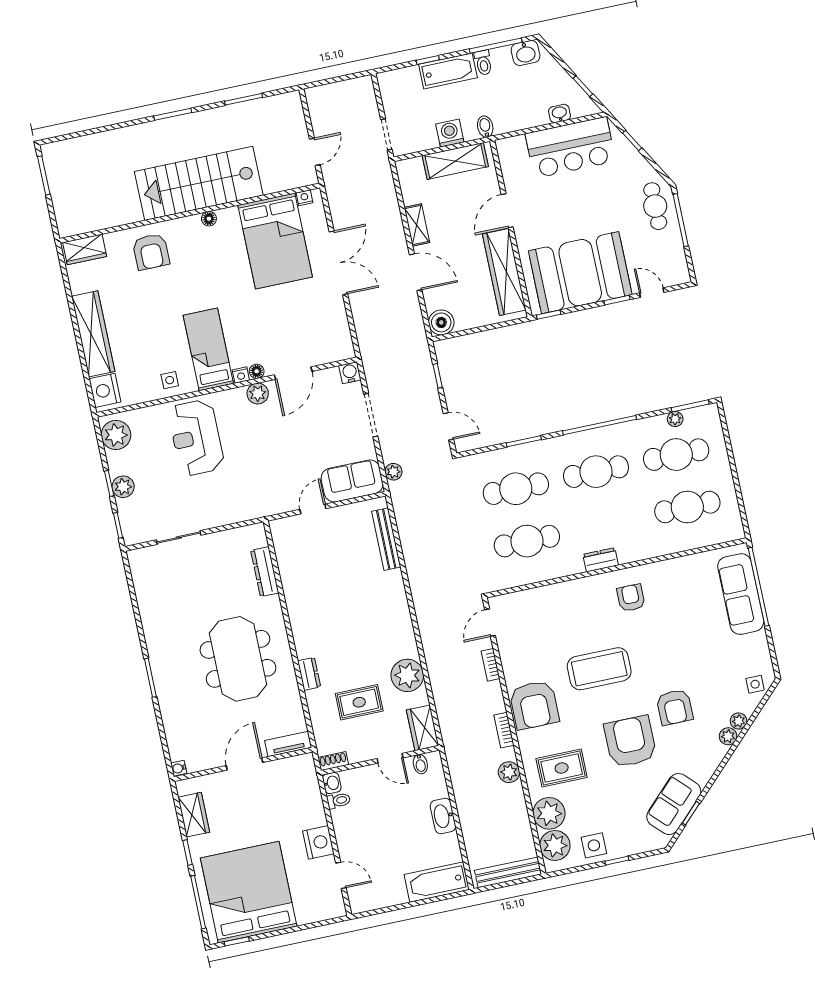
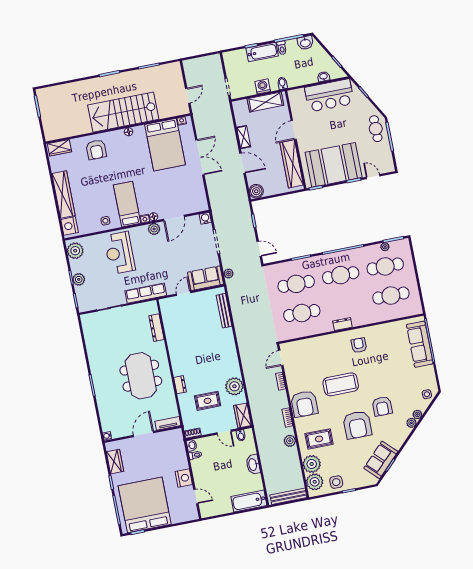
row of seats: (244, 510) -> (146, 293), added
armchair: (630, 742) -> (357, 425), turned 180

